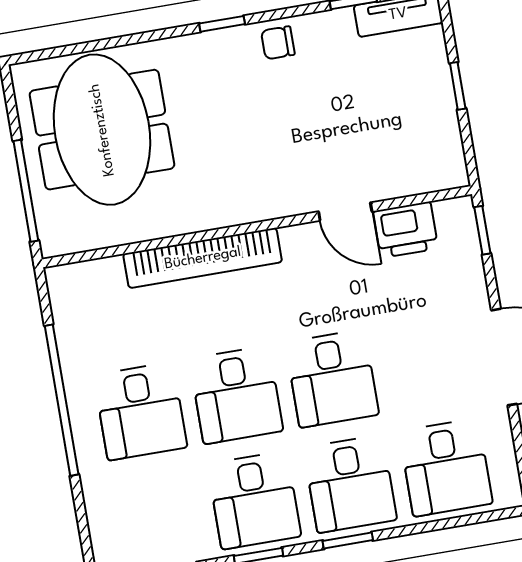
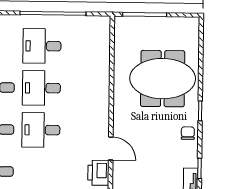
meeting table: (102, 130) -> (163, 79), moved
door: (345, 212) -> (111, 148), swing flipped
bookcase: (203, 258) -> (102, 84), removed

